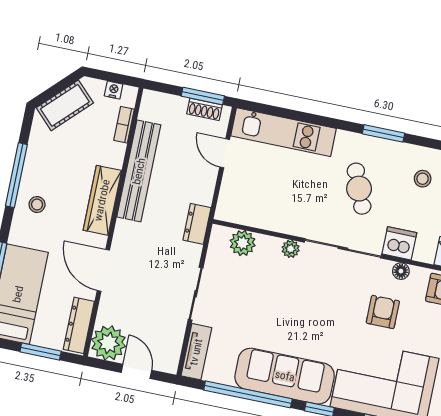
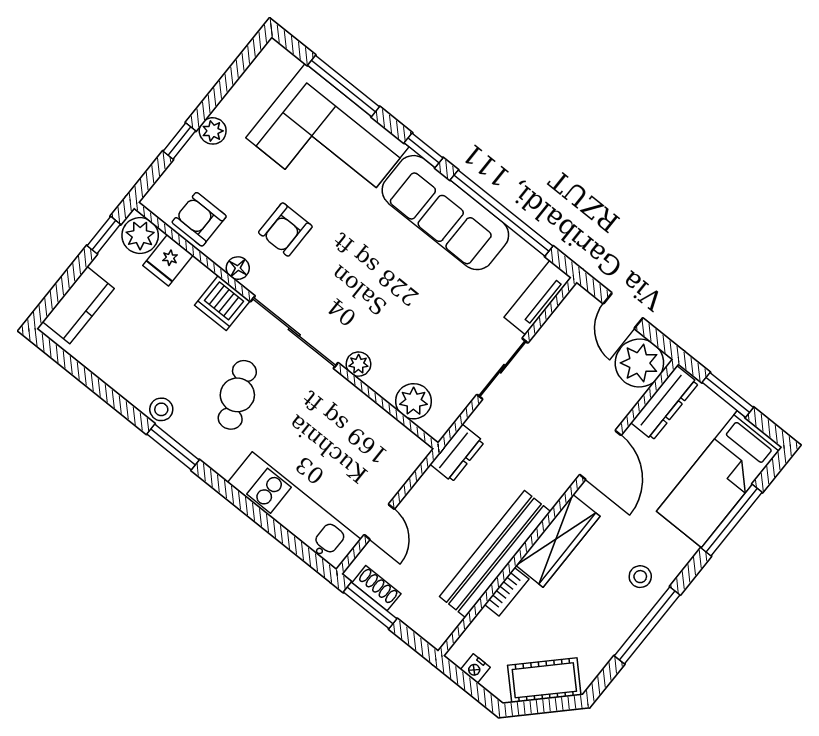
bookcase: (124, 125) -> (507, 592), moved
stool: (423, 179) -> (161, 409), moved

